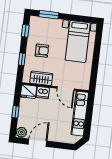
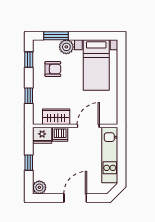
plant: (56, 24) -> (66, 47), added
armchair: (42, 51) -> (53, 69), moved
door: (66, 89) -> (88, 126), swing flipped
door: (38, 143) -> (75, 198), moved

